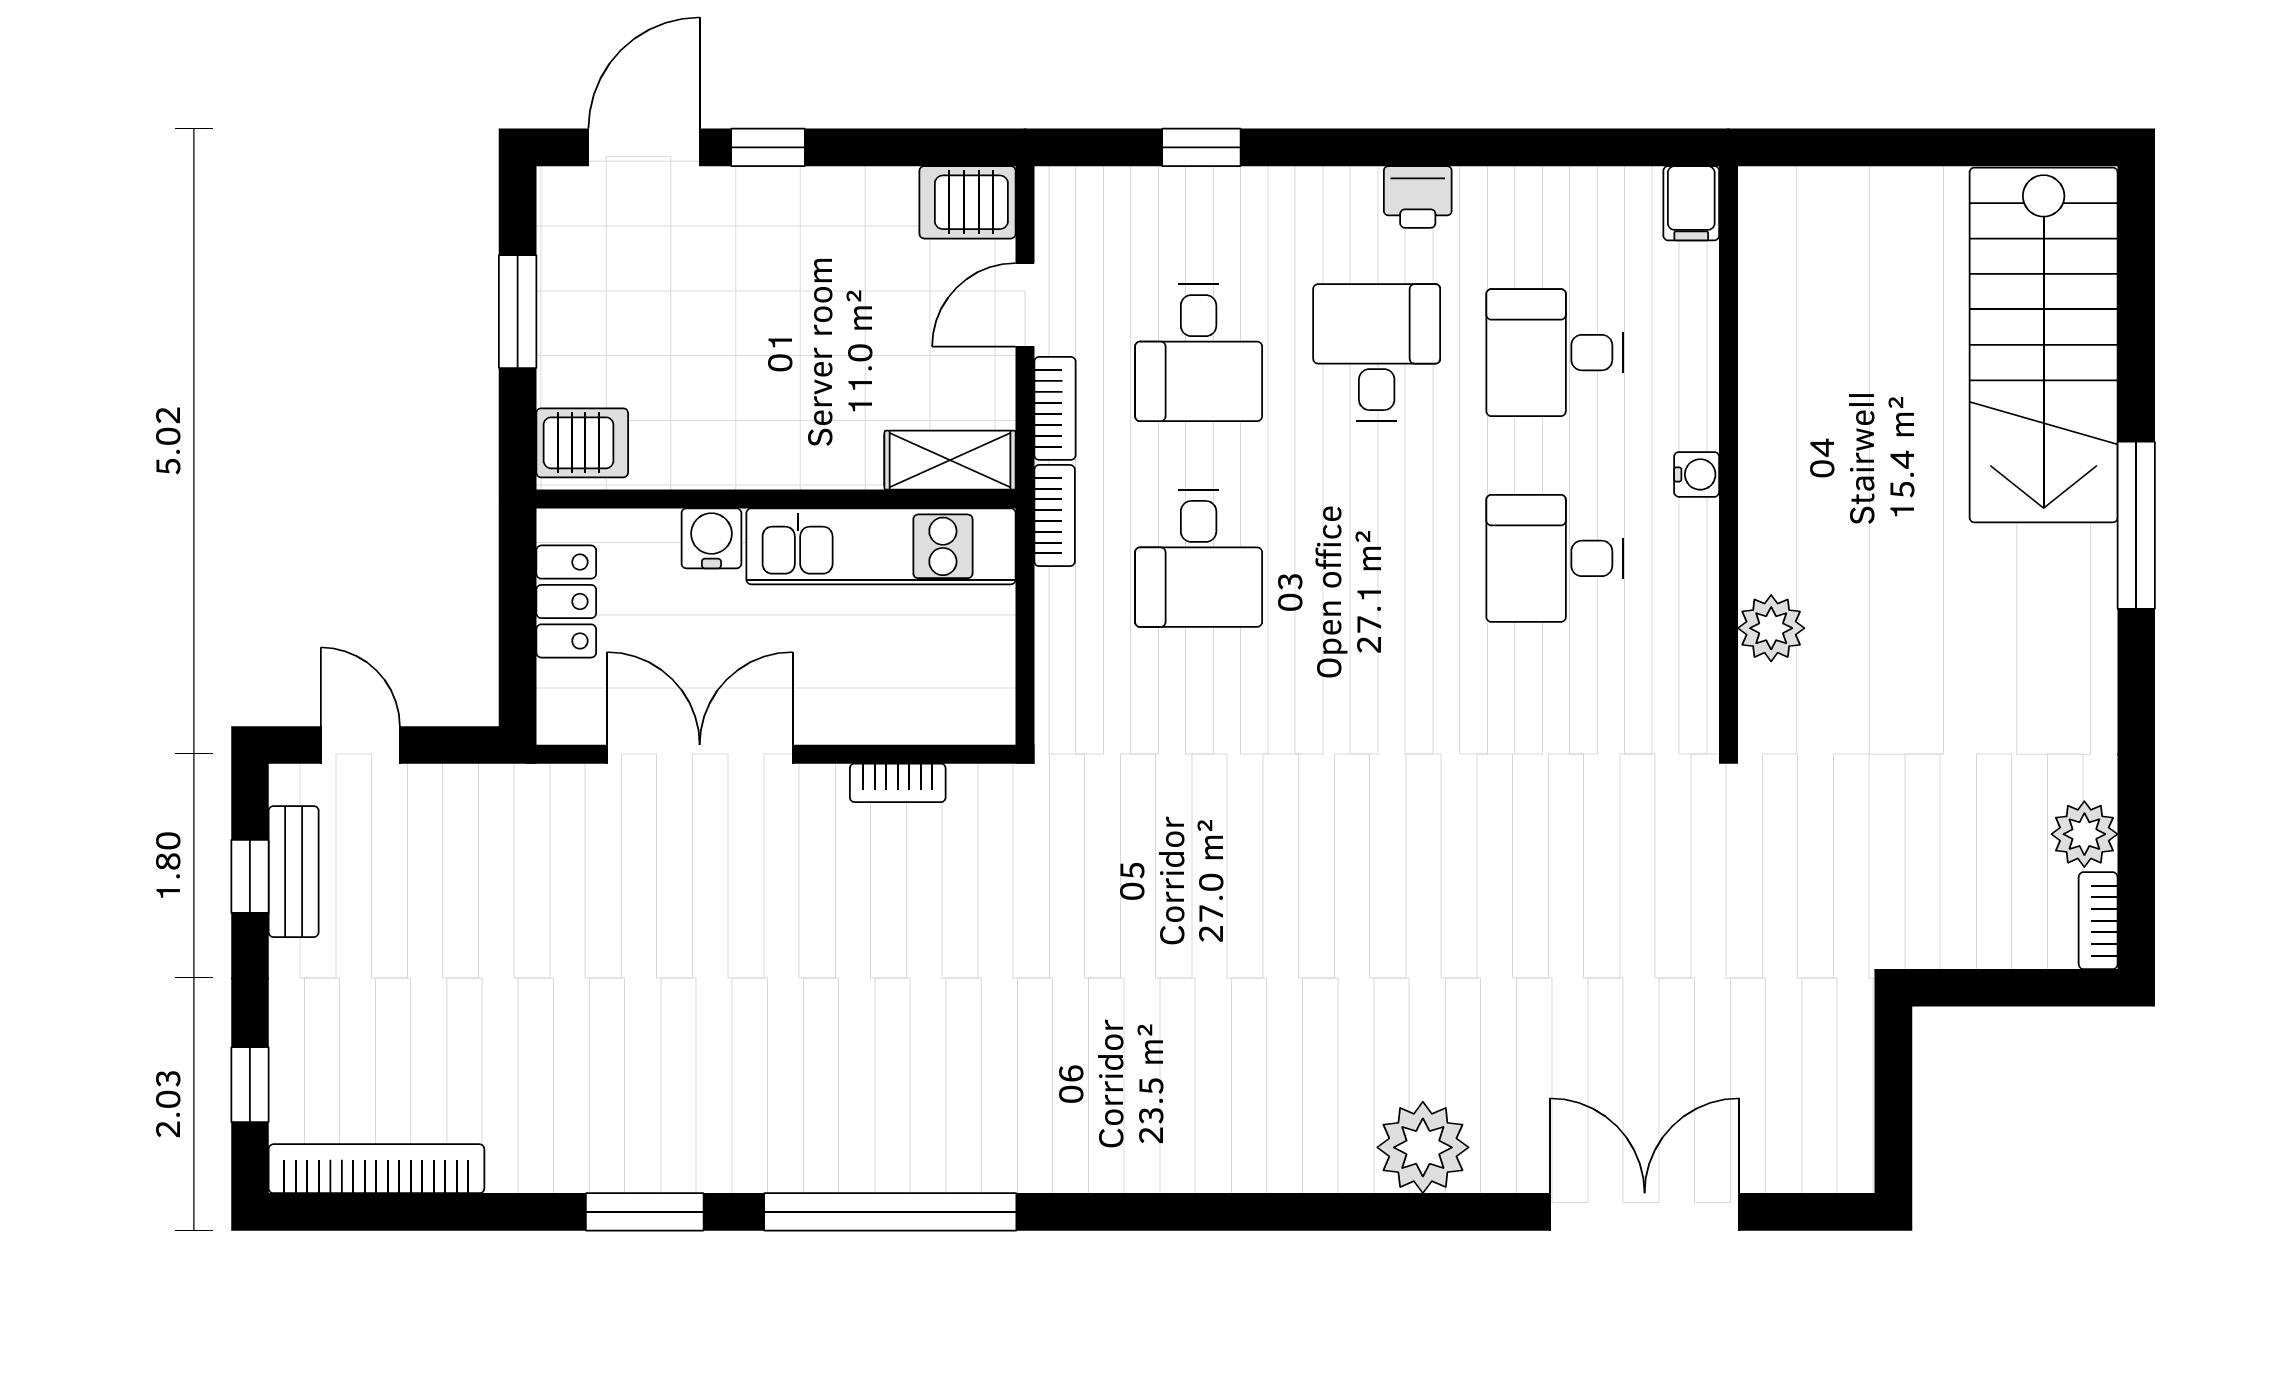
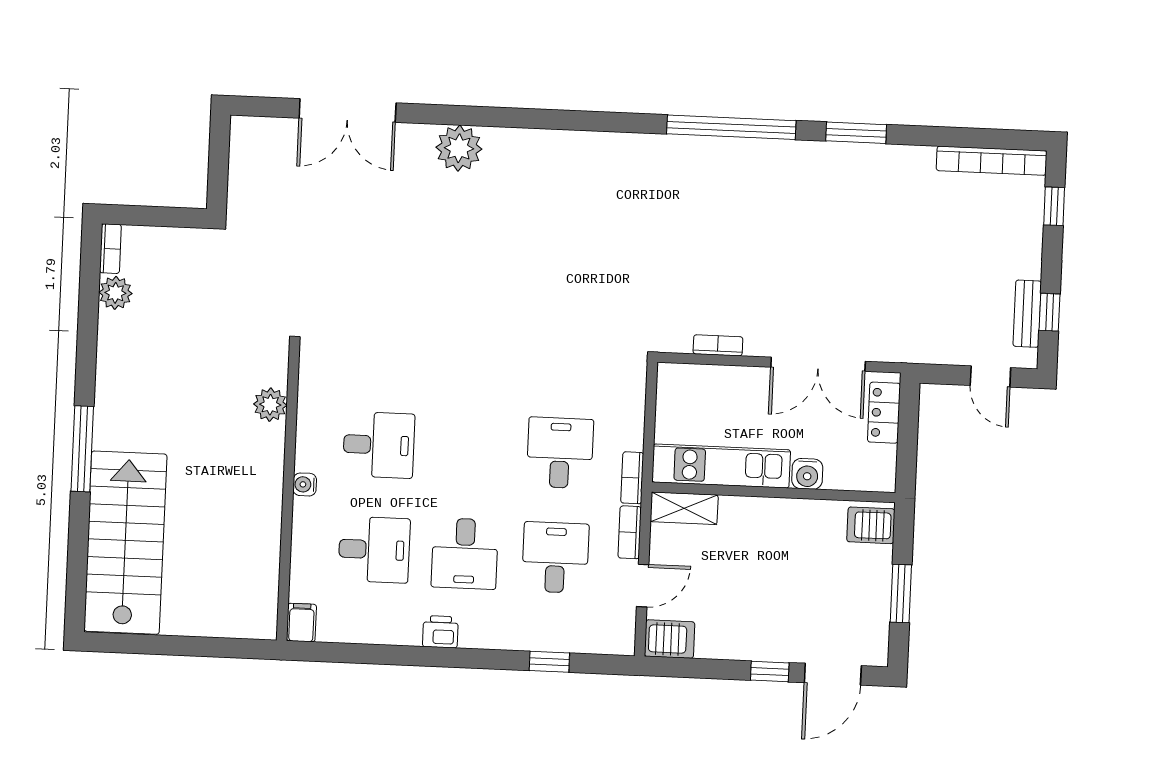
locker: (566, 602) -> (884, 413), moved

